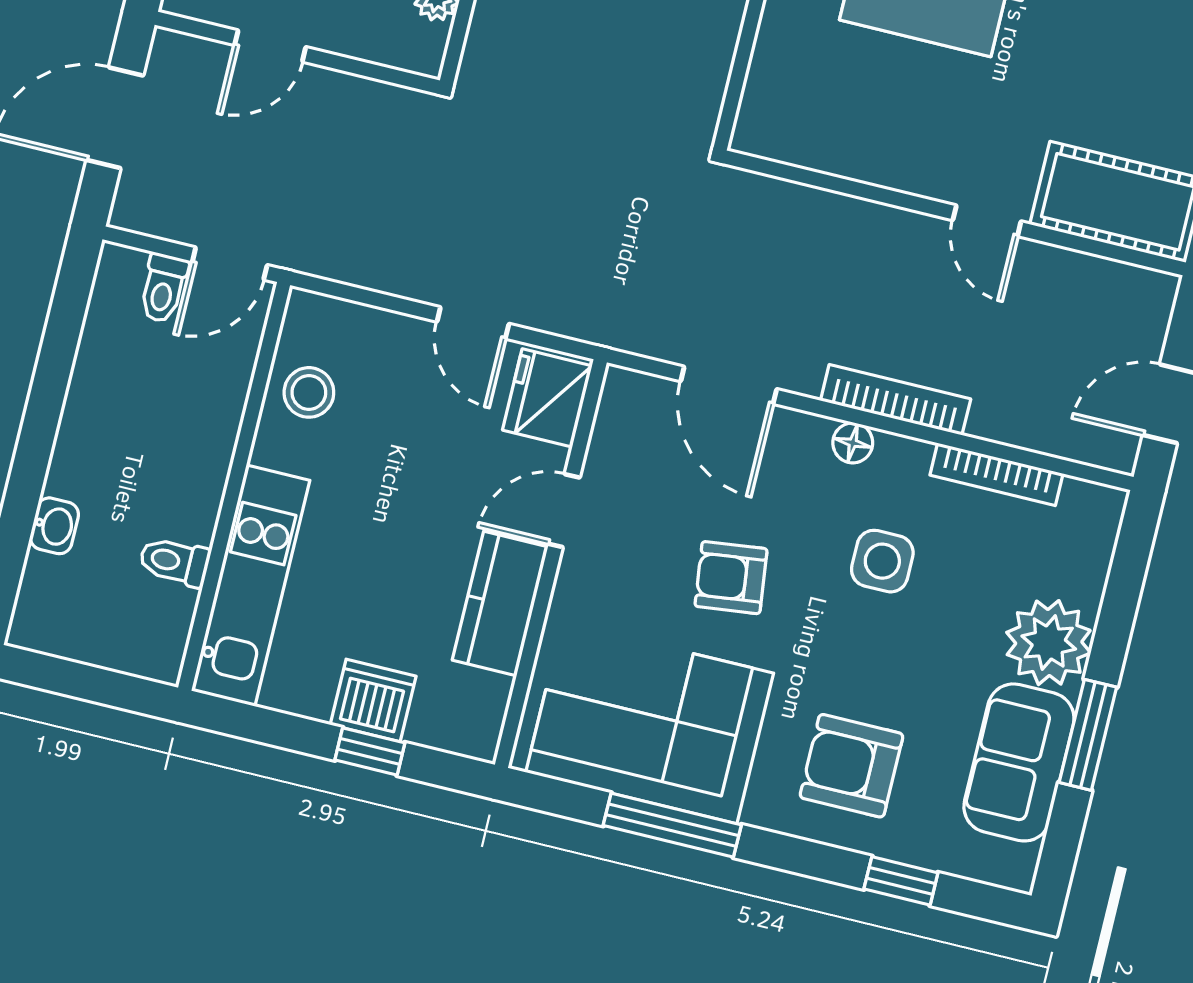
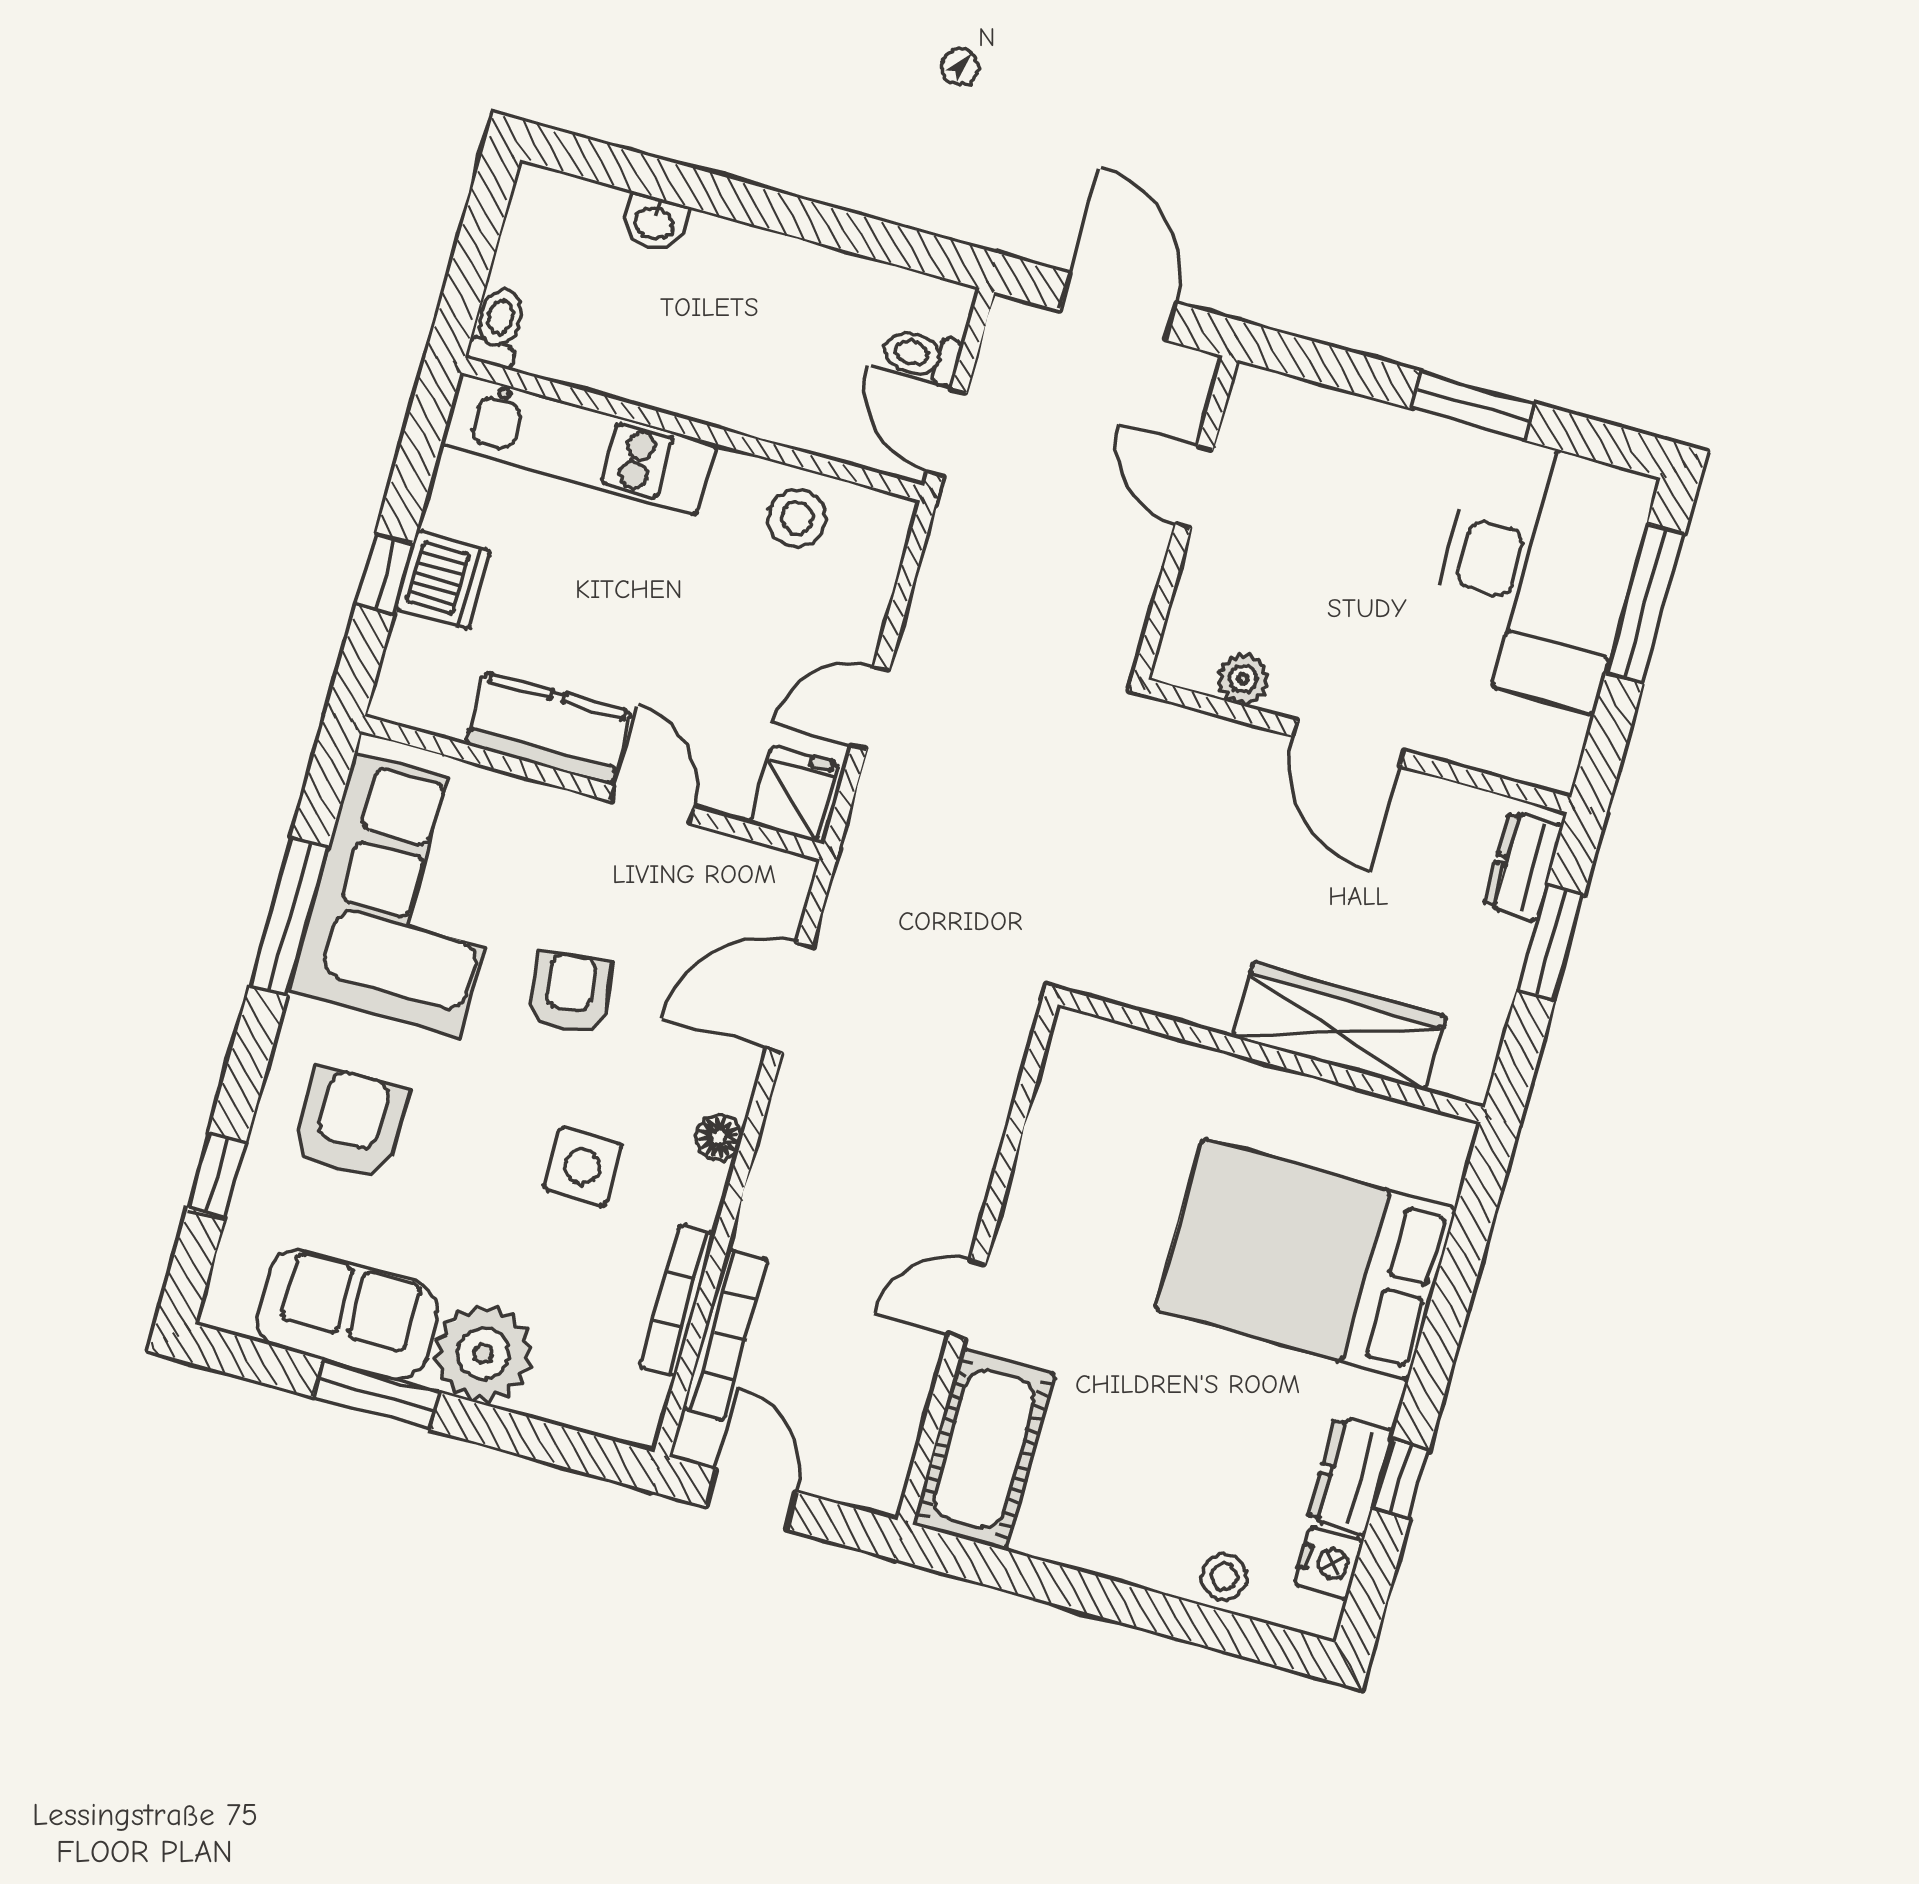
fridge: (547, 398) -> (794, 794), width x0.72
bookcase: (896, 400) -> (725, 1334), moved
toilet: (175, 562) -> (498, 327), moved

